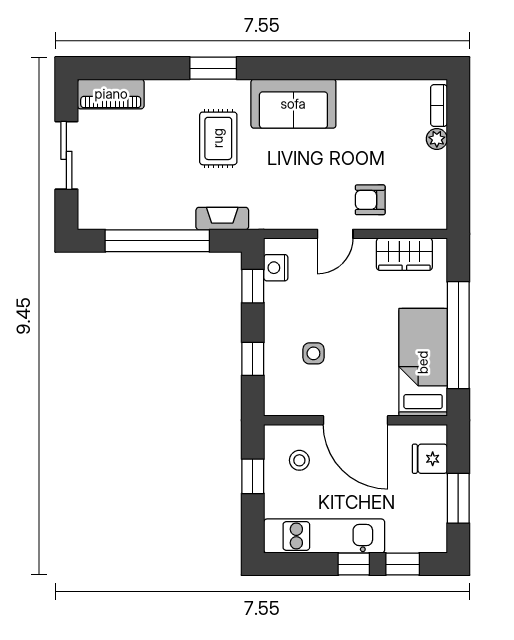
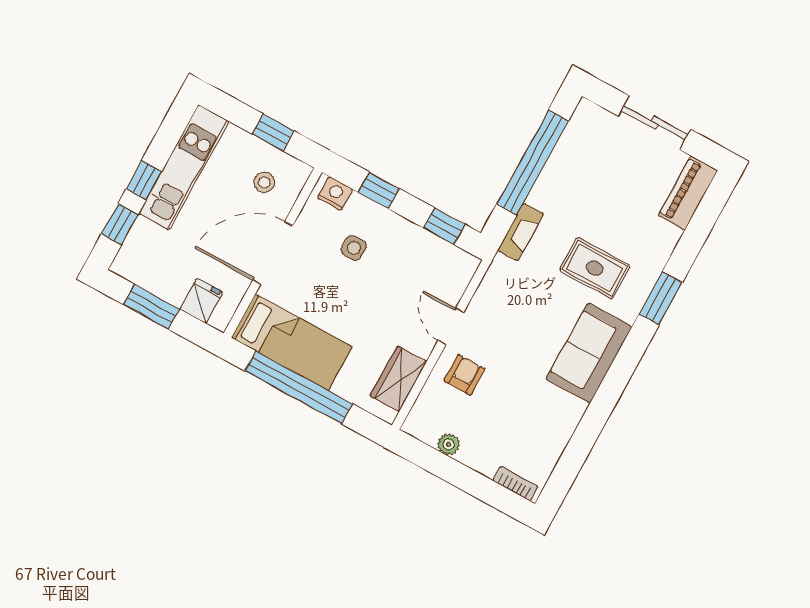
plant: (437, 139) -> (449, 444), moved
nightstand: (276, 268) -> (335, 193), moved

